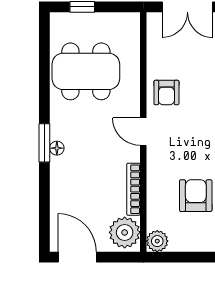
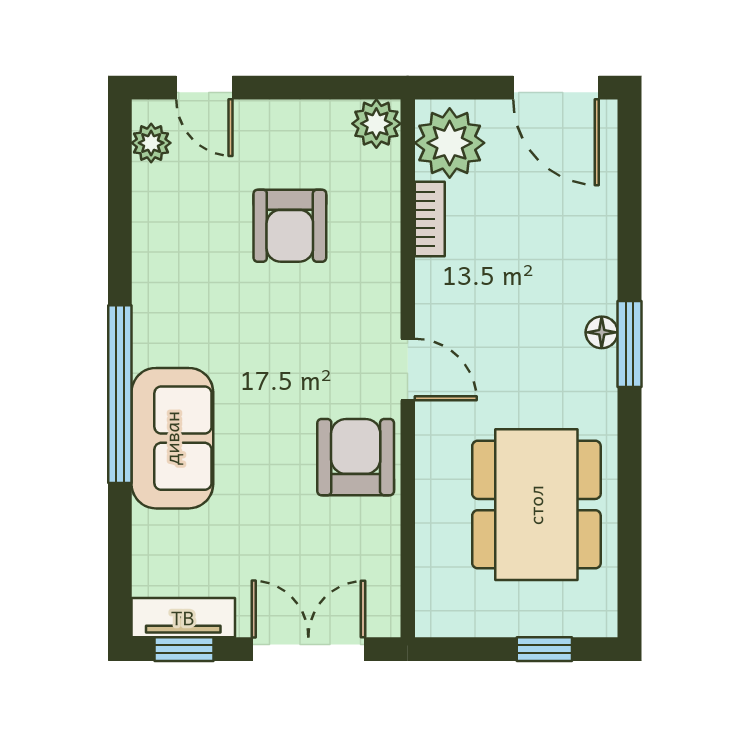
dining table: (86, 71) -> (536, 505), turned 90
armchair: (166, 93) -> (356, 457), width x1.38, depth x1.38
bookcase: (133, 189) -> (430, 219), width x0.64

